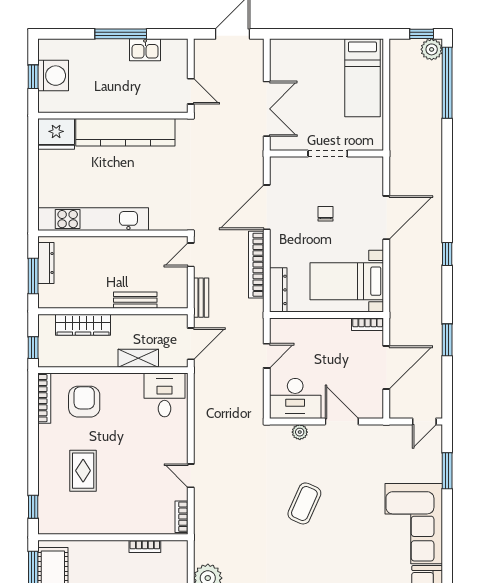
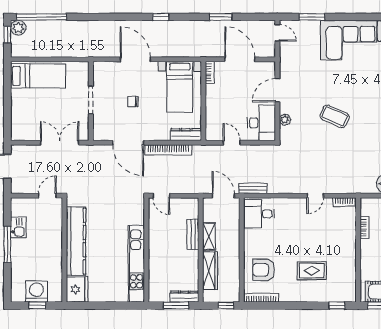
dresser: (46, 263) -> (184, 297), moved
bench: (201, 298) -> (253, 188), moved
shelving: (138, 358) -> (209, 236), moved

